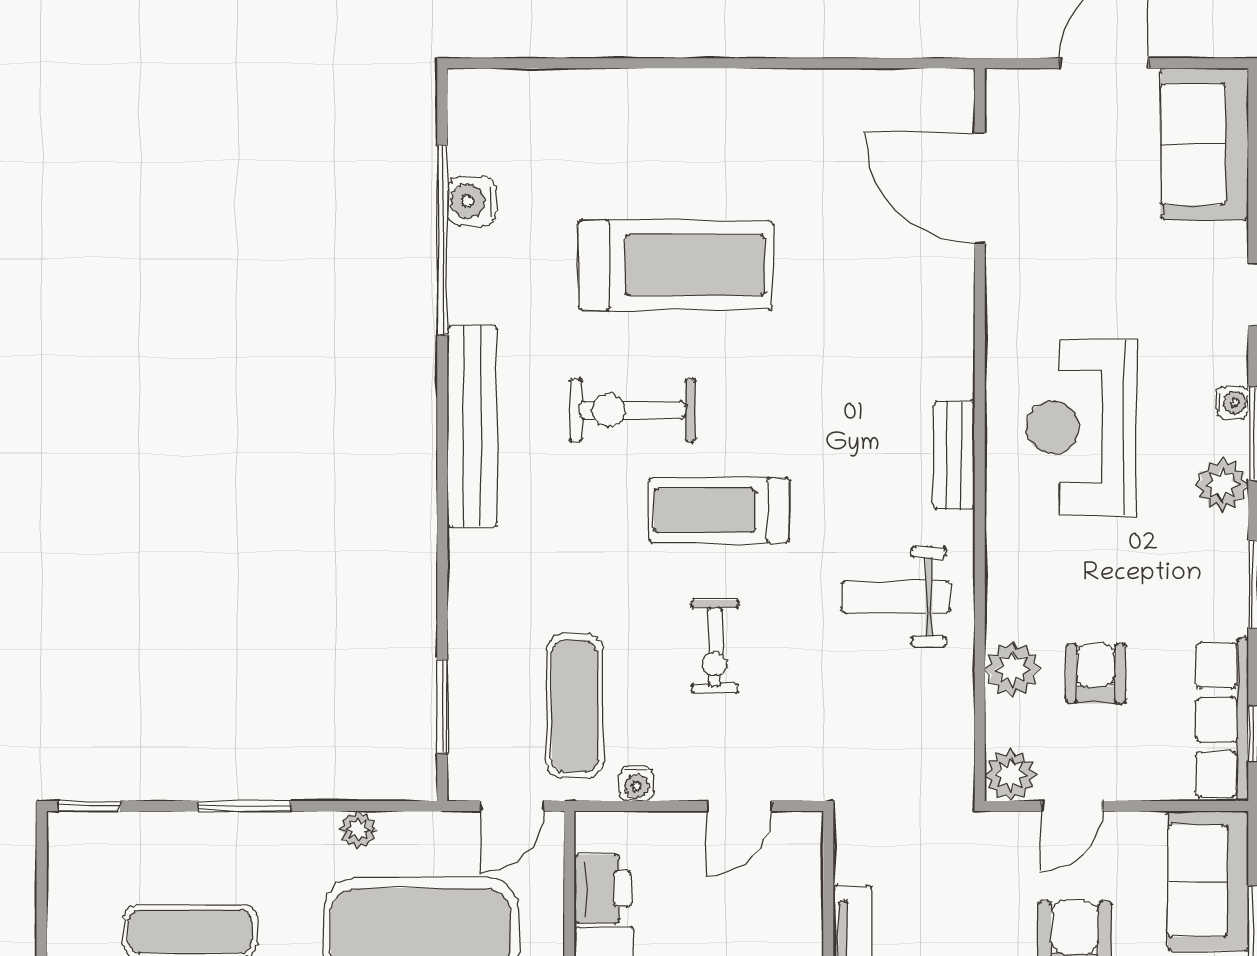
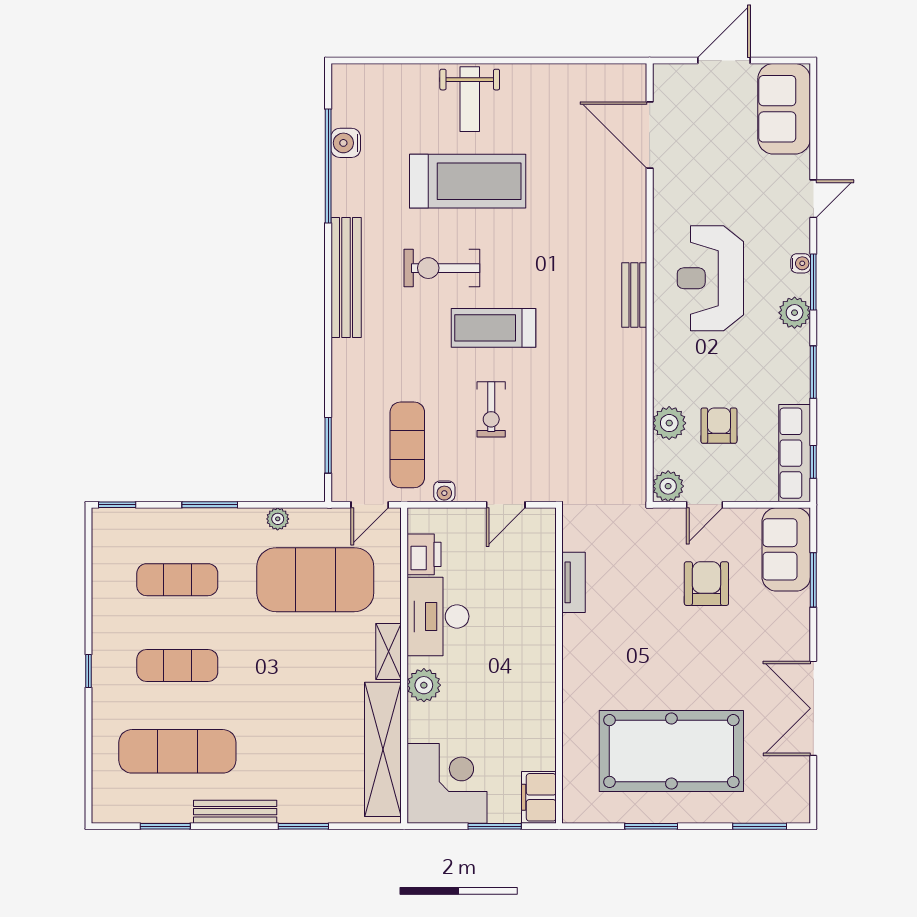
weight bench: (896, 597) -> (470, 99), moved, turned -90

